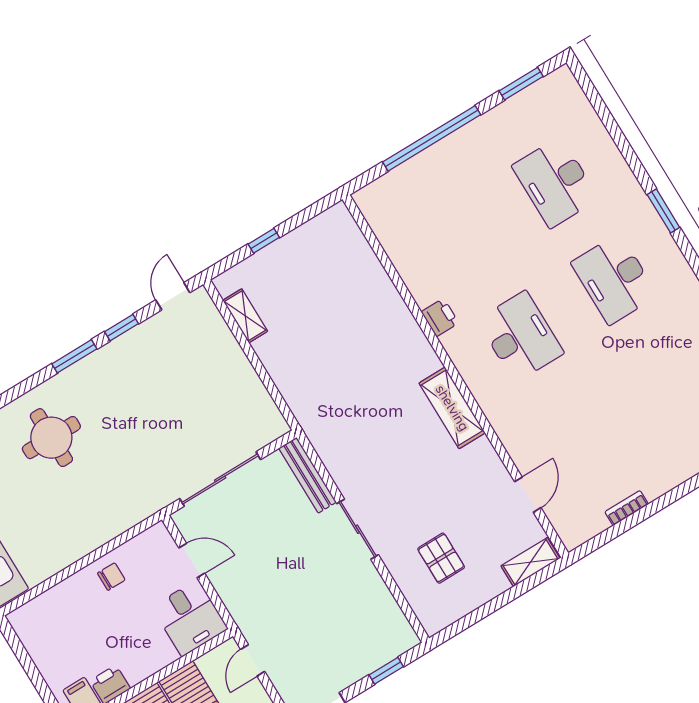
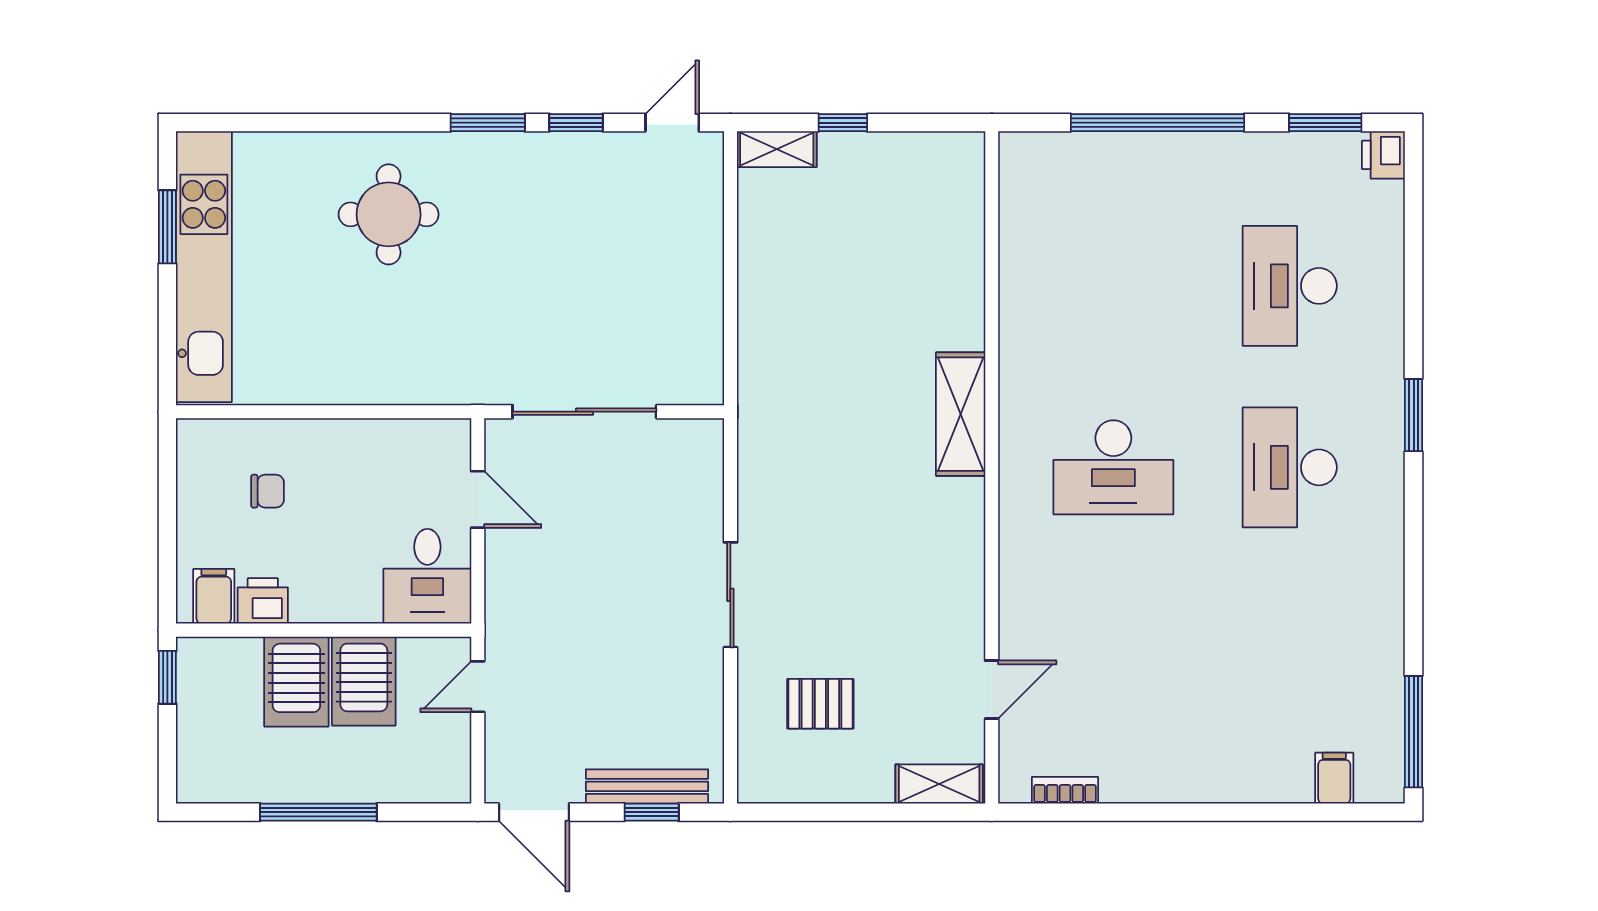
shelving: (245, 316) -> (777, 149), moved, turned 90
printer: (440, 317) -> (1383, 155), moved, turned 180
desk: (520, 337) -> (1113, 467), turned 90
shelving: (452, 408) -> (961, 414), moved
bench: (307, 475) -> (647, 786), moved, turned 90
bookcase: (627, 508) -> (1065, 790), moved
pallet: (441, 558) -> (820, 704), turned 90
chair: (111, 577) -> (268, 491), moved

